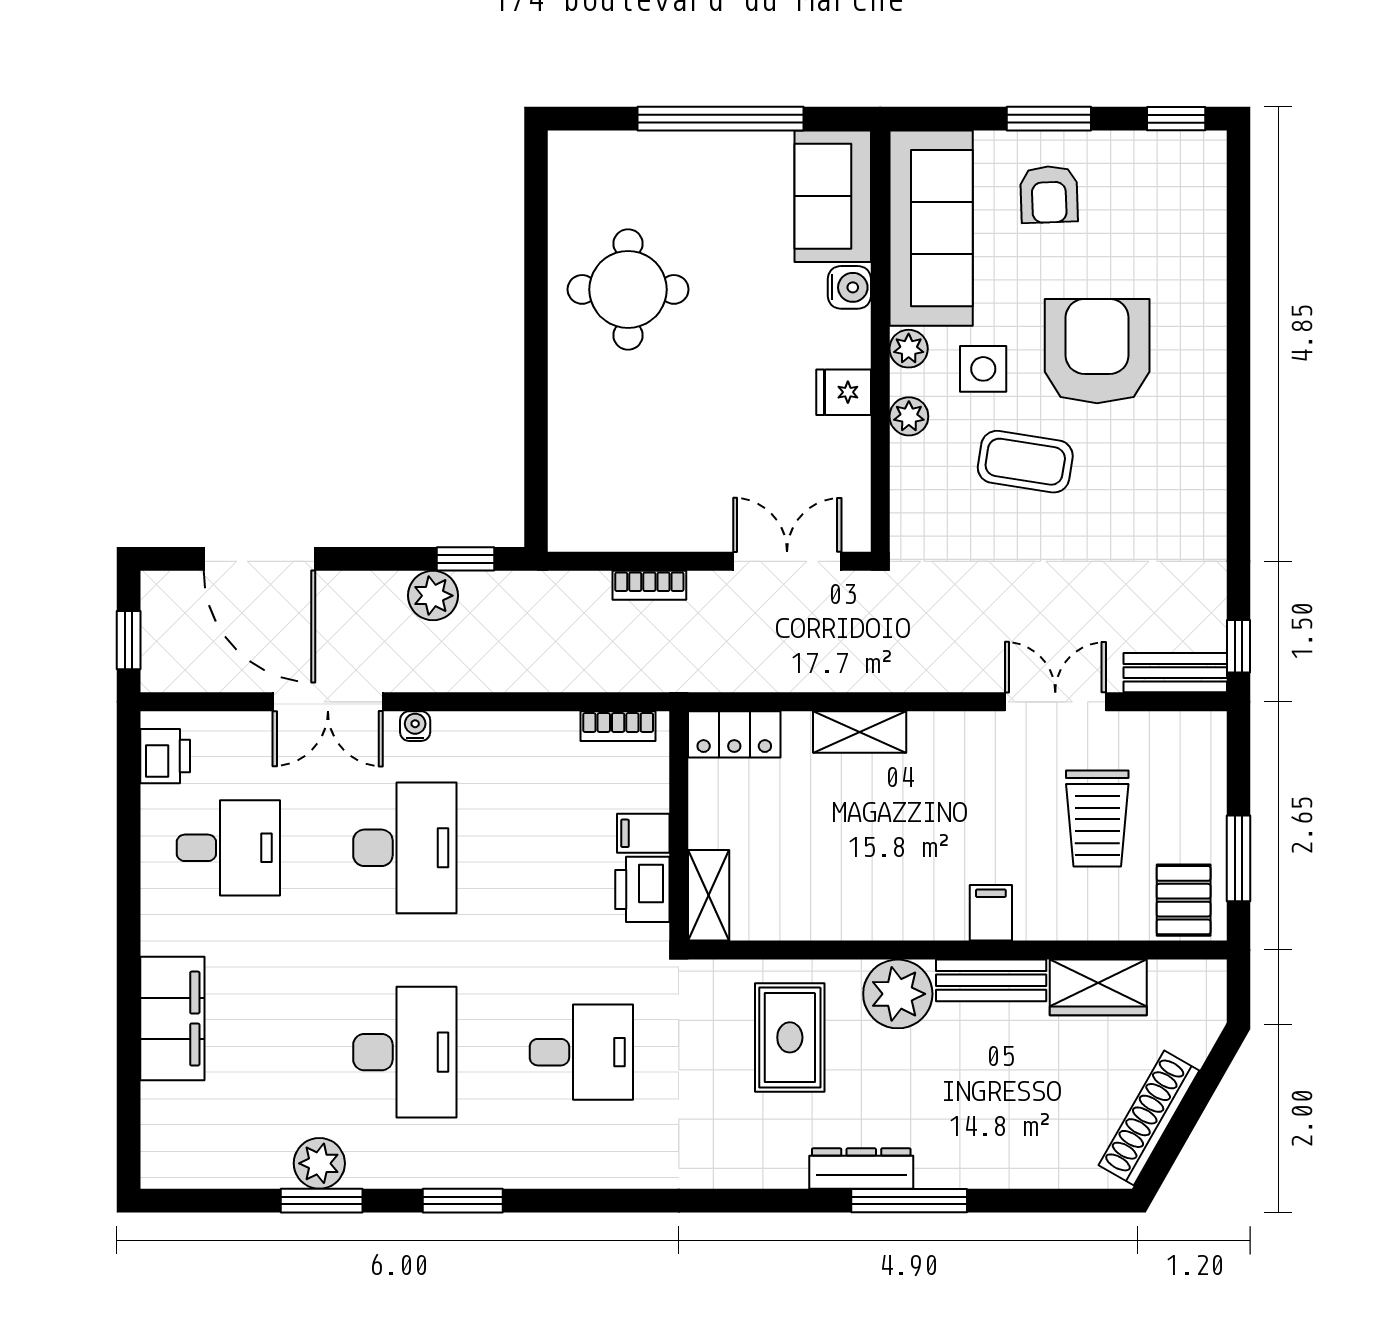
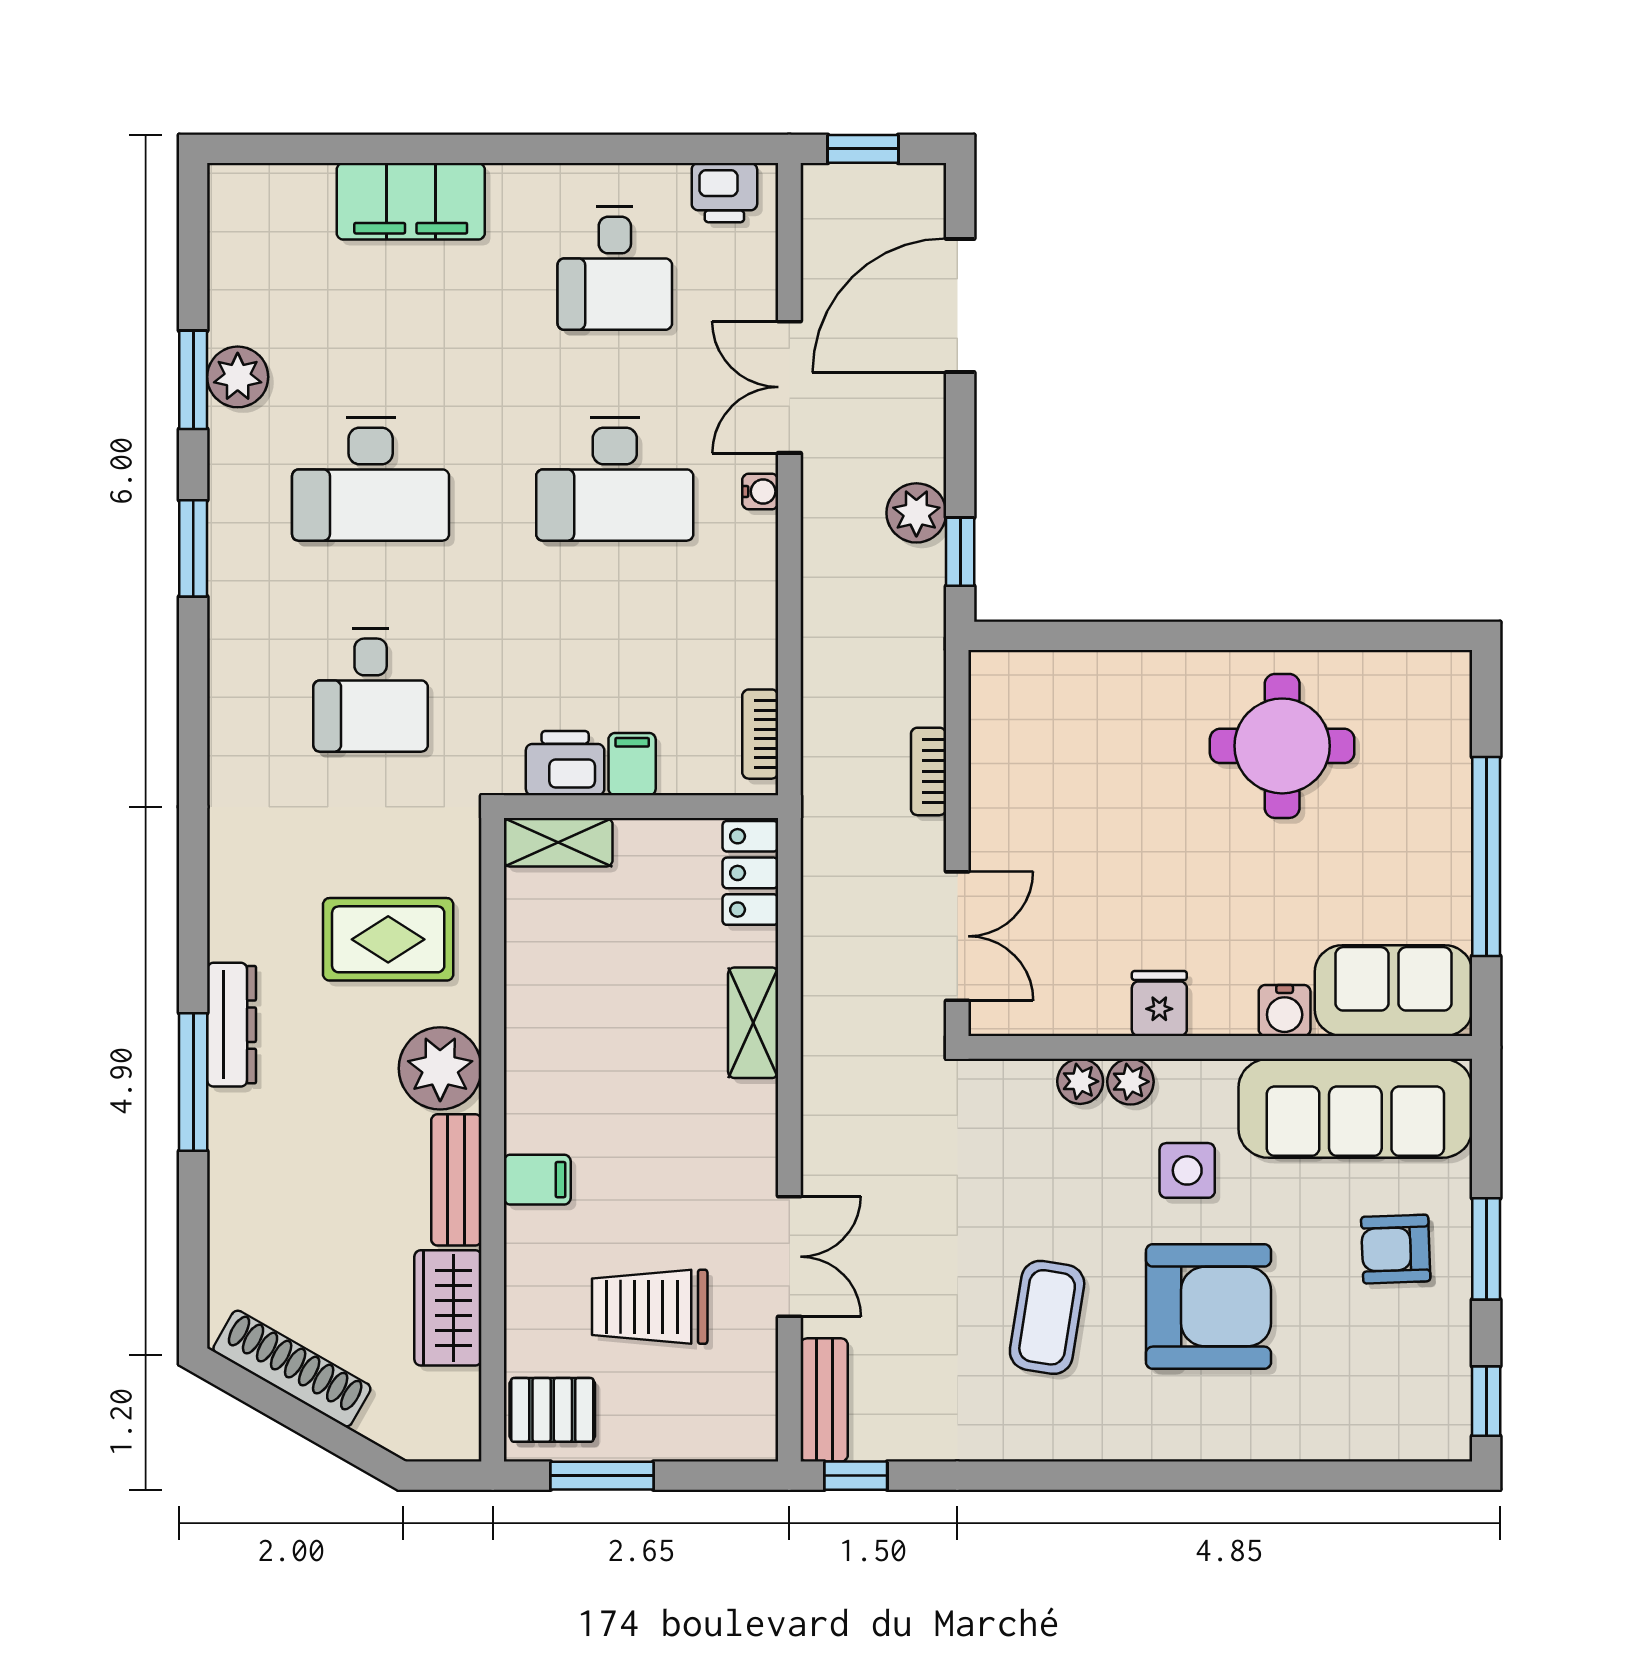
plant: (909, 349) -> (1080, 1081), moved
coffee table: (1025, 462) -> (1047, 1317), moved

